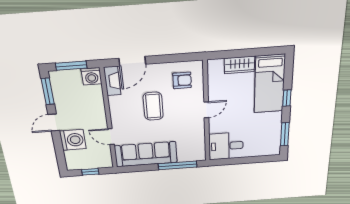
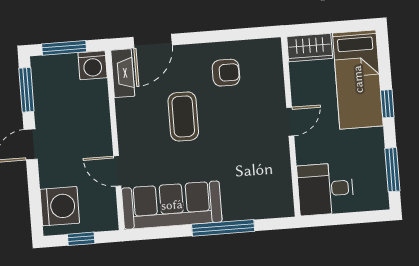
door: (206, 110) -> (290, 122), moved
wall: (206, 113) -> (291, 127), moved
washing machine: (73, 140) -> (60, 206), moved
desk: (226, 146) -> (325, 189), moved

